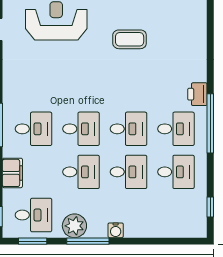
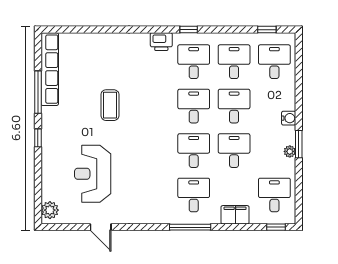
window: (210, 123) -> (189, 30), width x0.32
desk: (176, 215) -> (274, 62), added
plant: (74, 226) -> (290, 151), width x0.53, depth x0.53
window: (33, 241) -> (299, 196), removed
window: (88, 241) -> (299, 144), width x0.69

